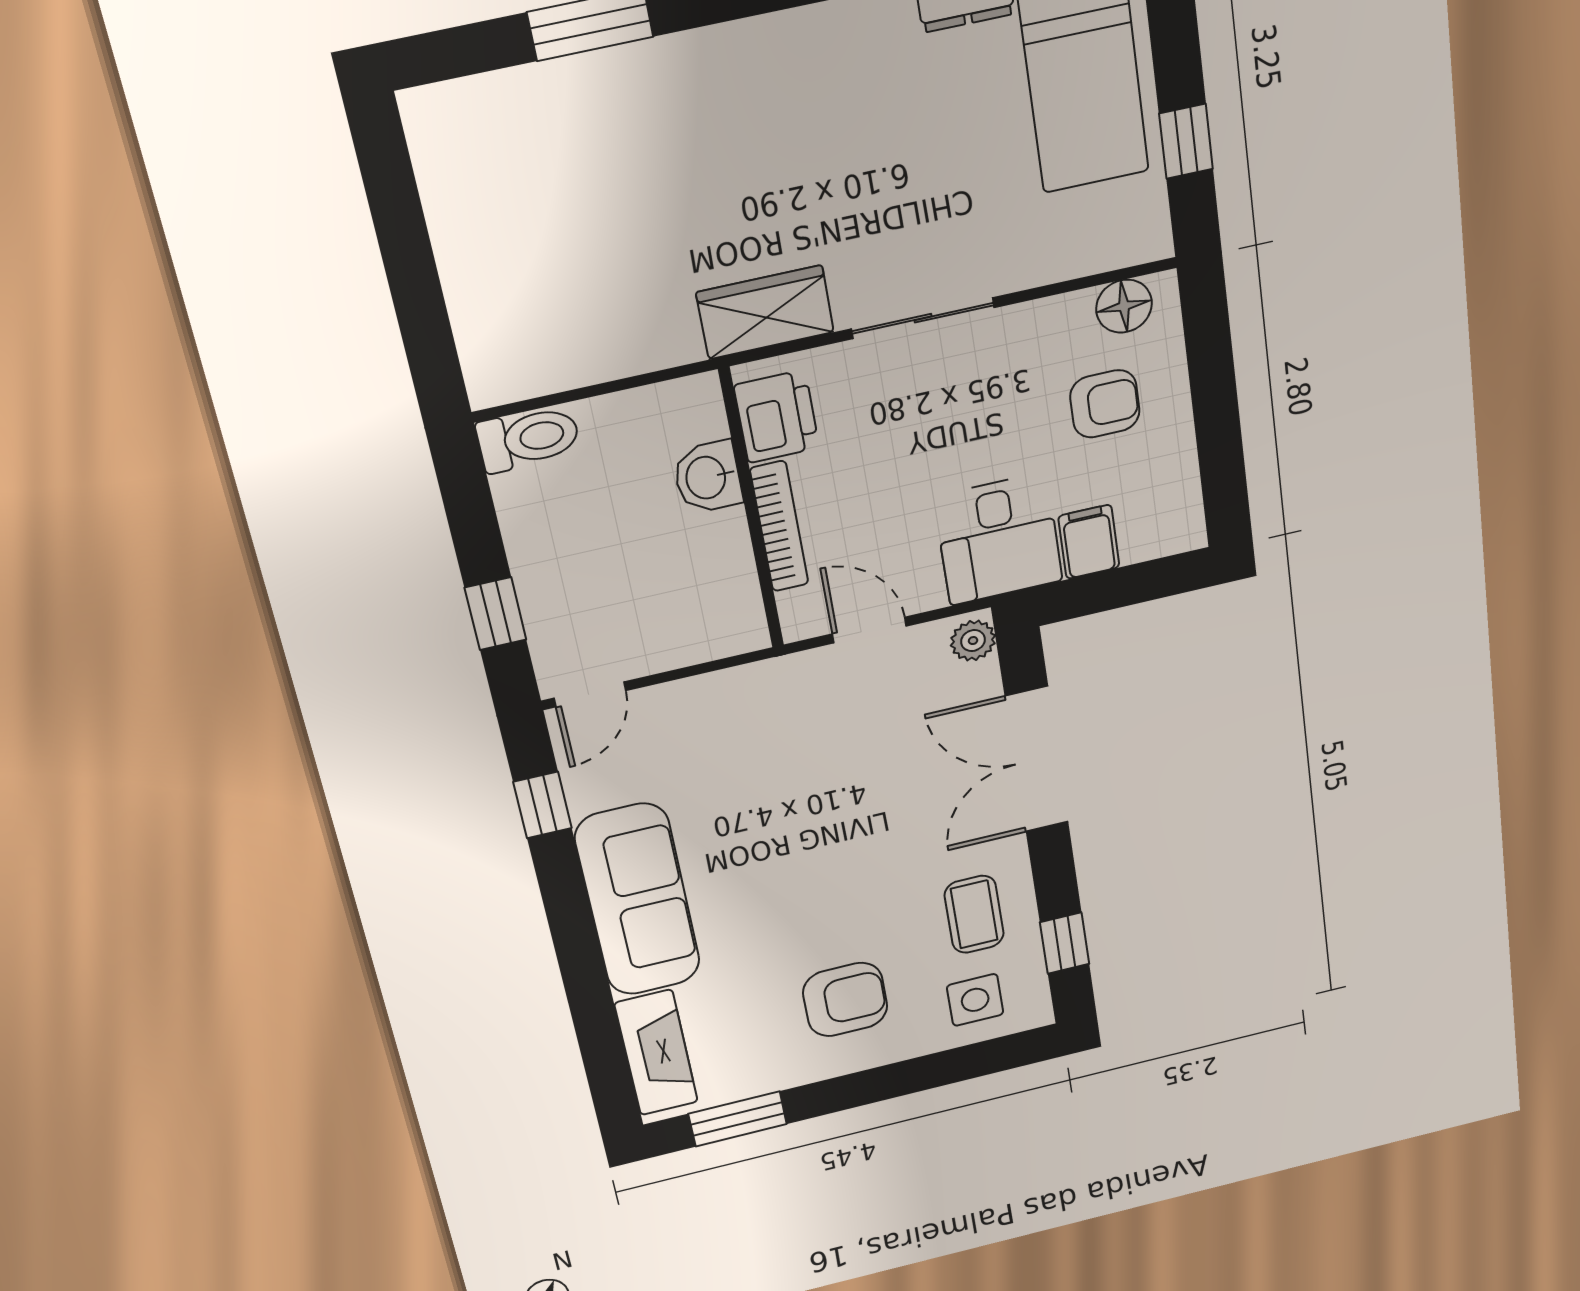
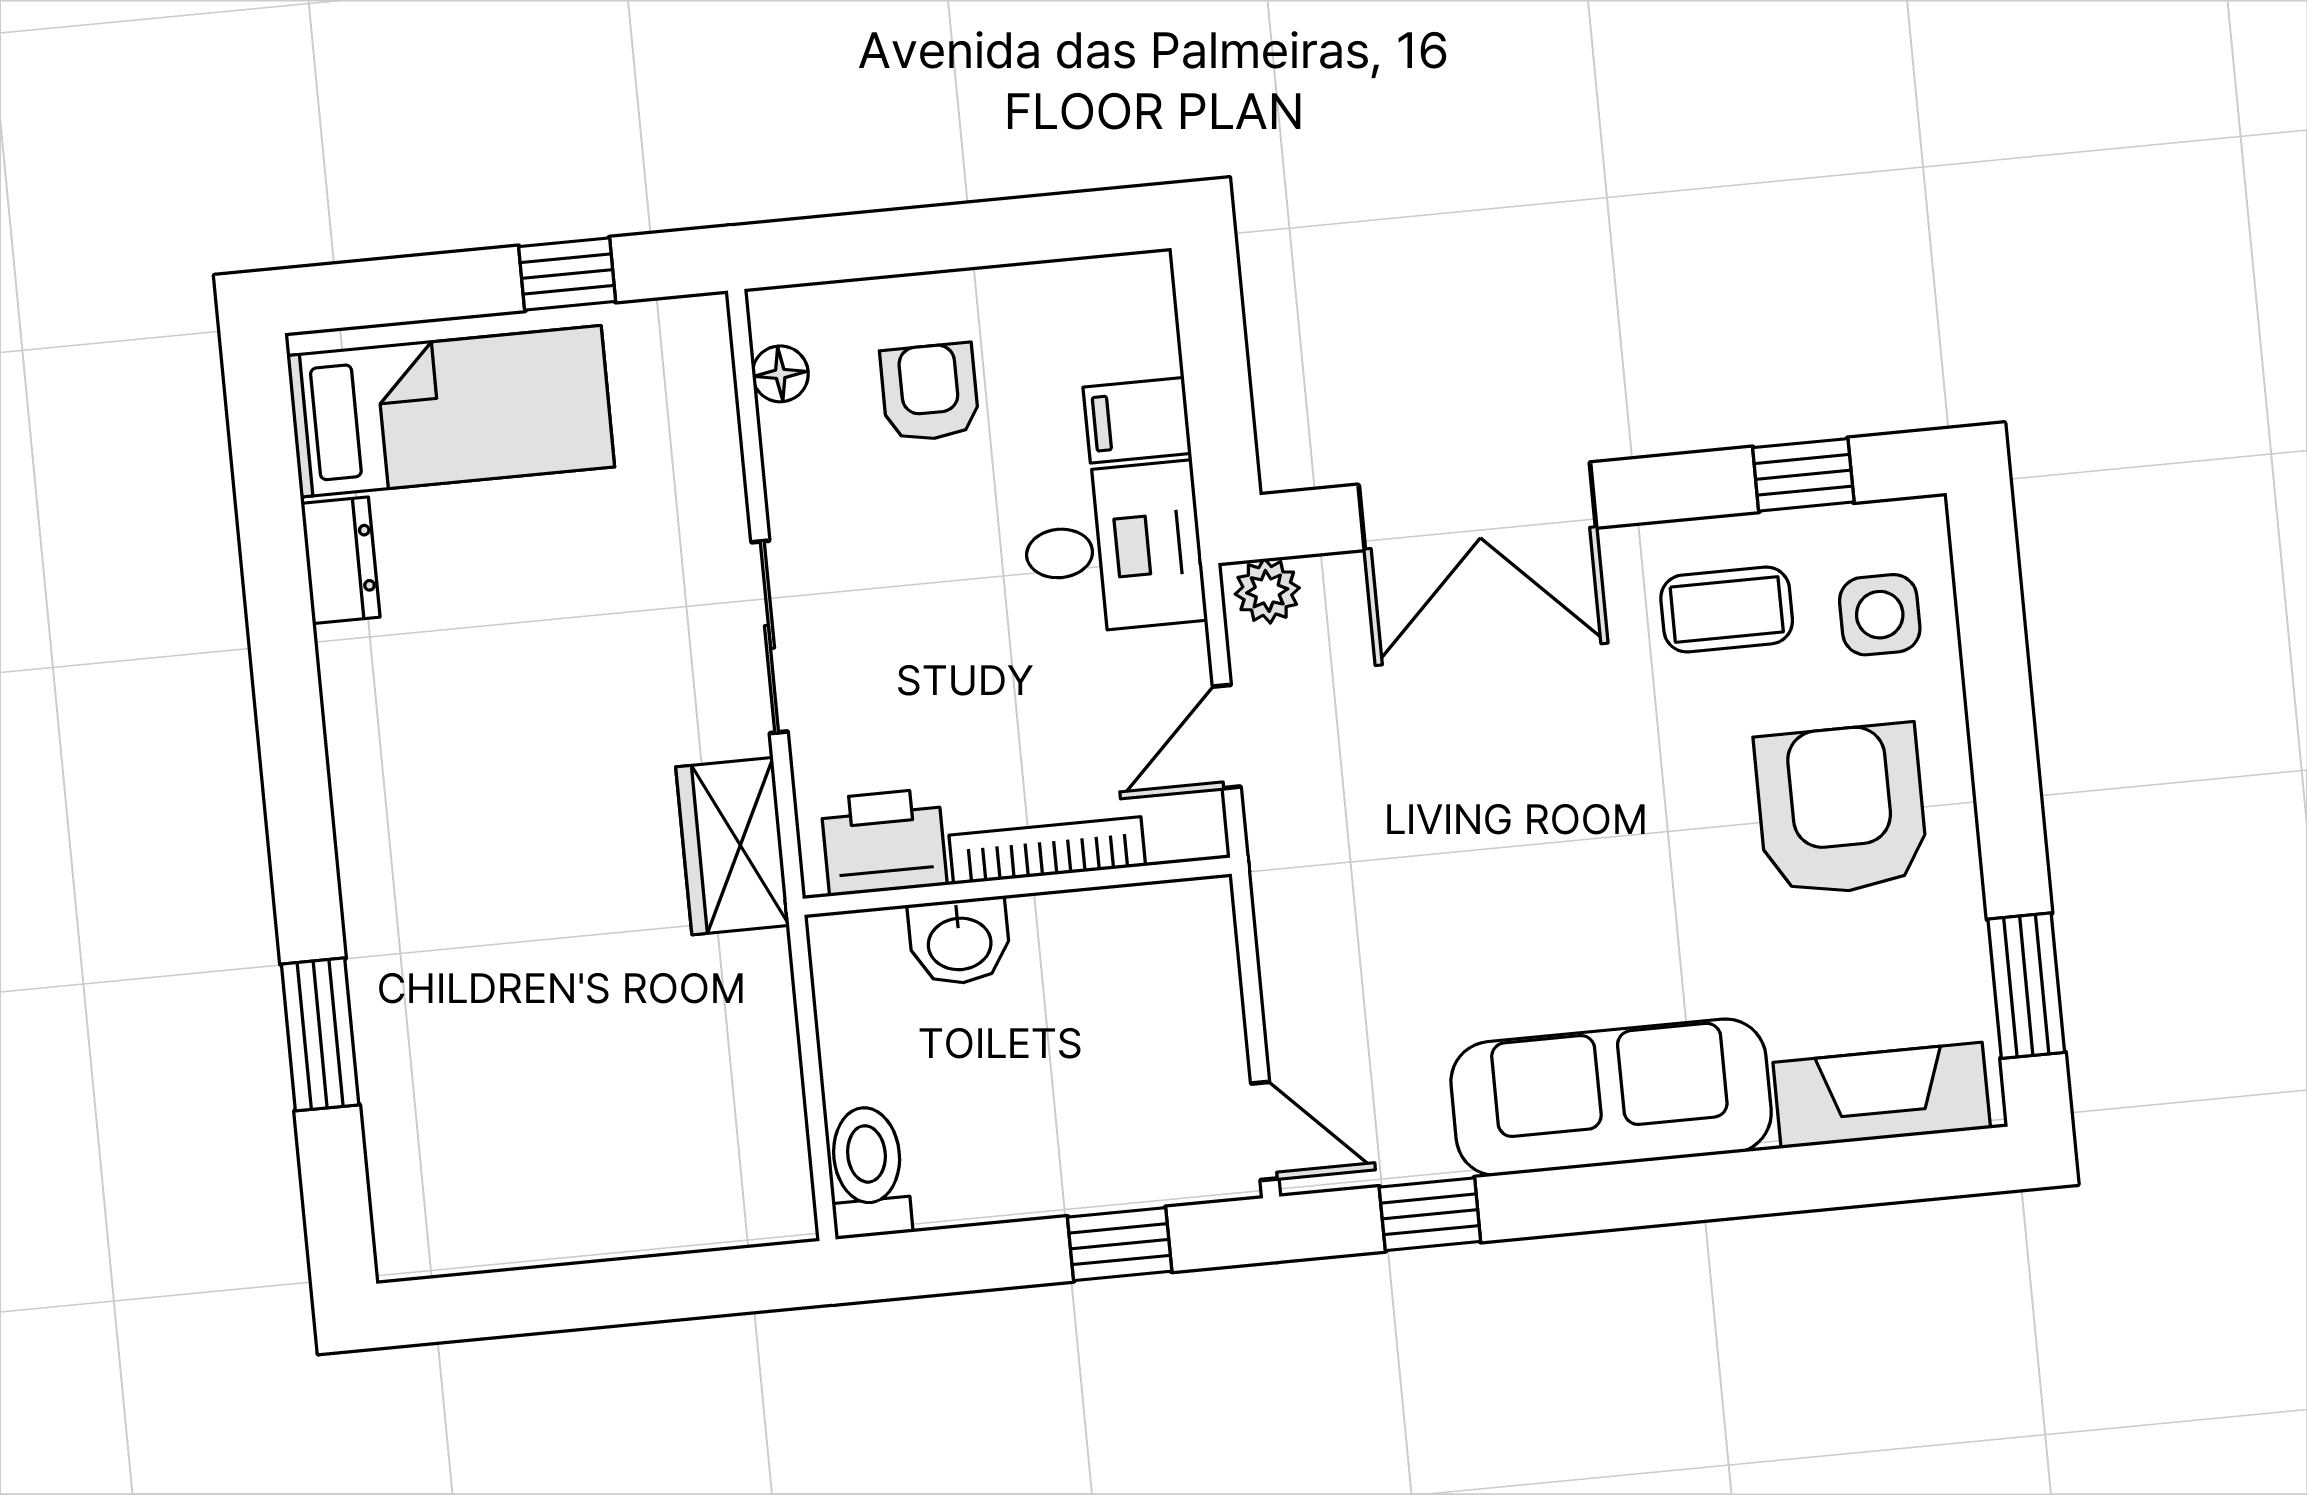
floor lamp: (1124, 306) -> (780, 374), width x0.73, depth x0.73
armchair: (845, 1000) -> (1841, 810), width x1.36, depth x1.36

